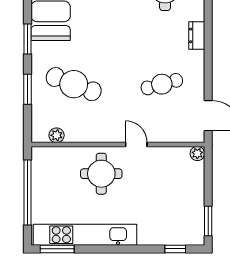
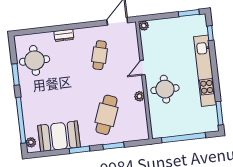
cafe table: (162, 84) -> (100, 55), turned 30
plant: (57, 135) -> (139, 96), moved
kitchen unit: (85, 235) -> (205, 71), moved

